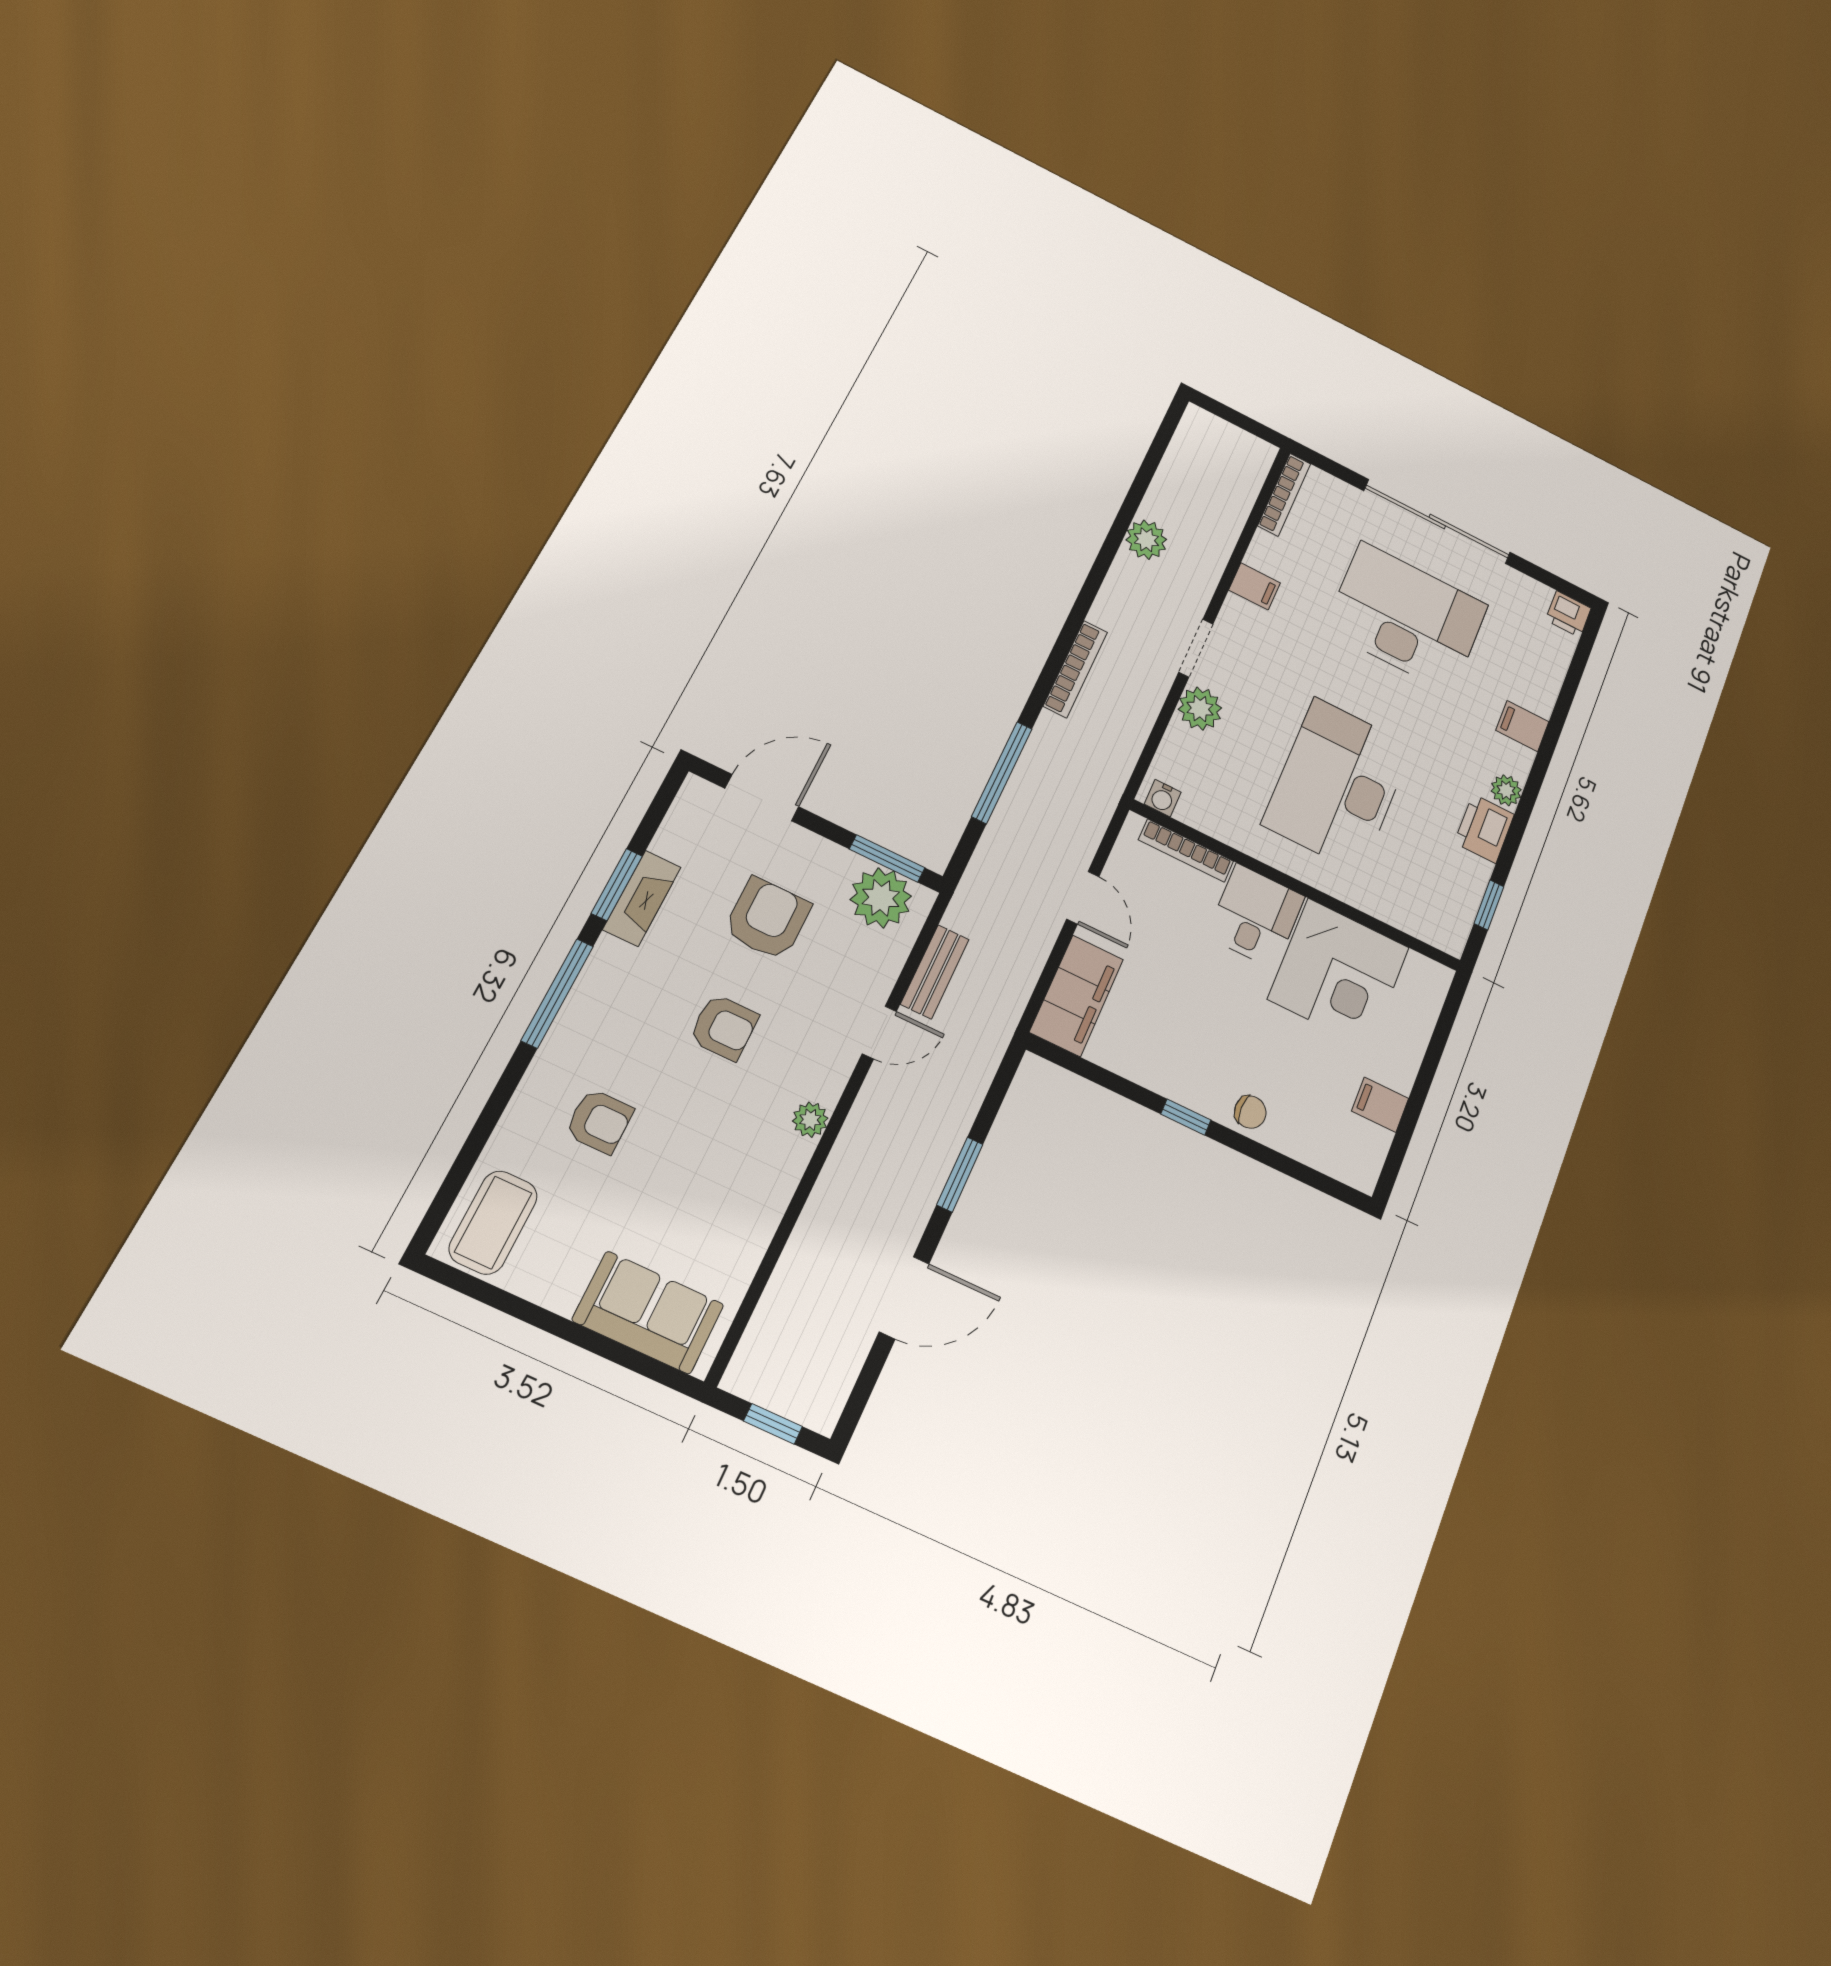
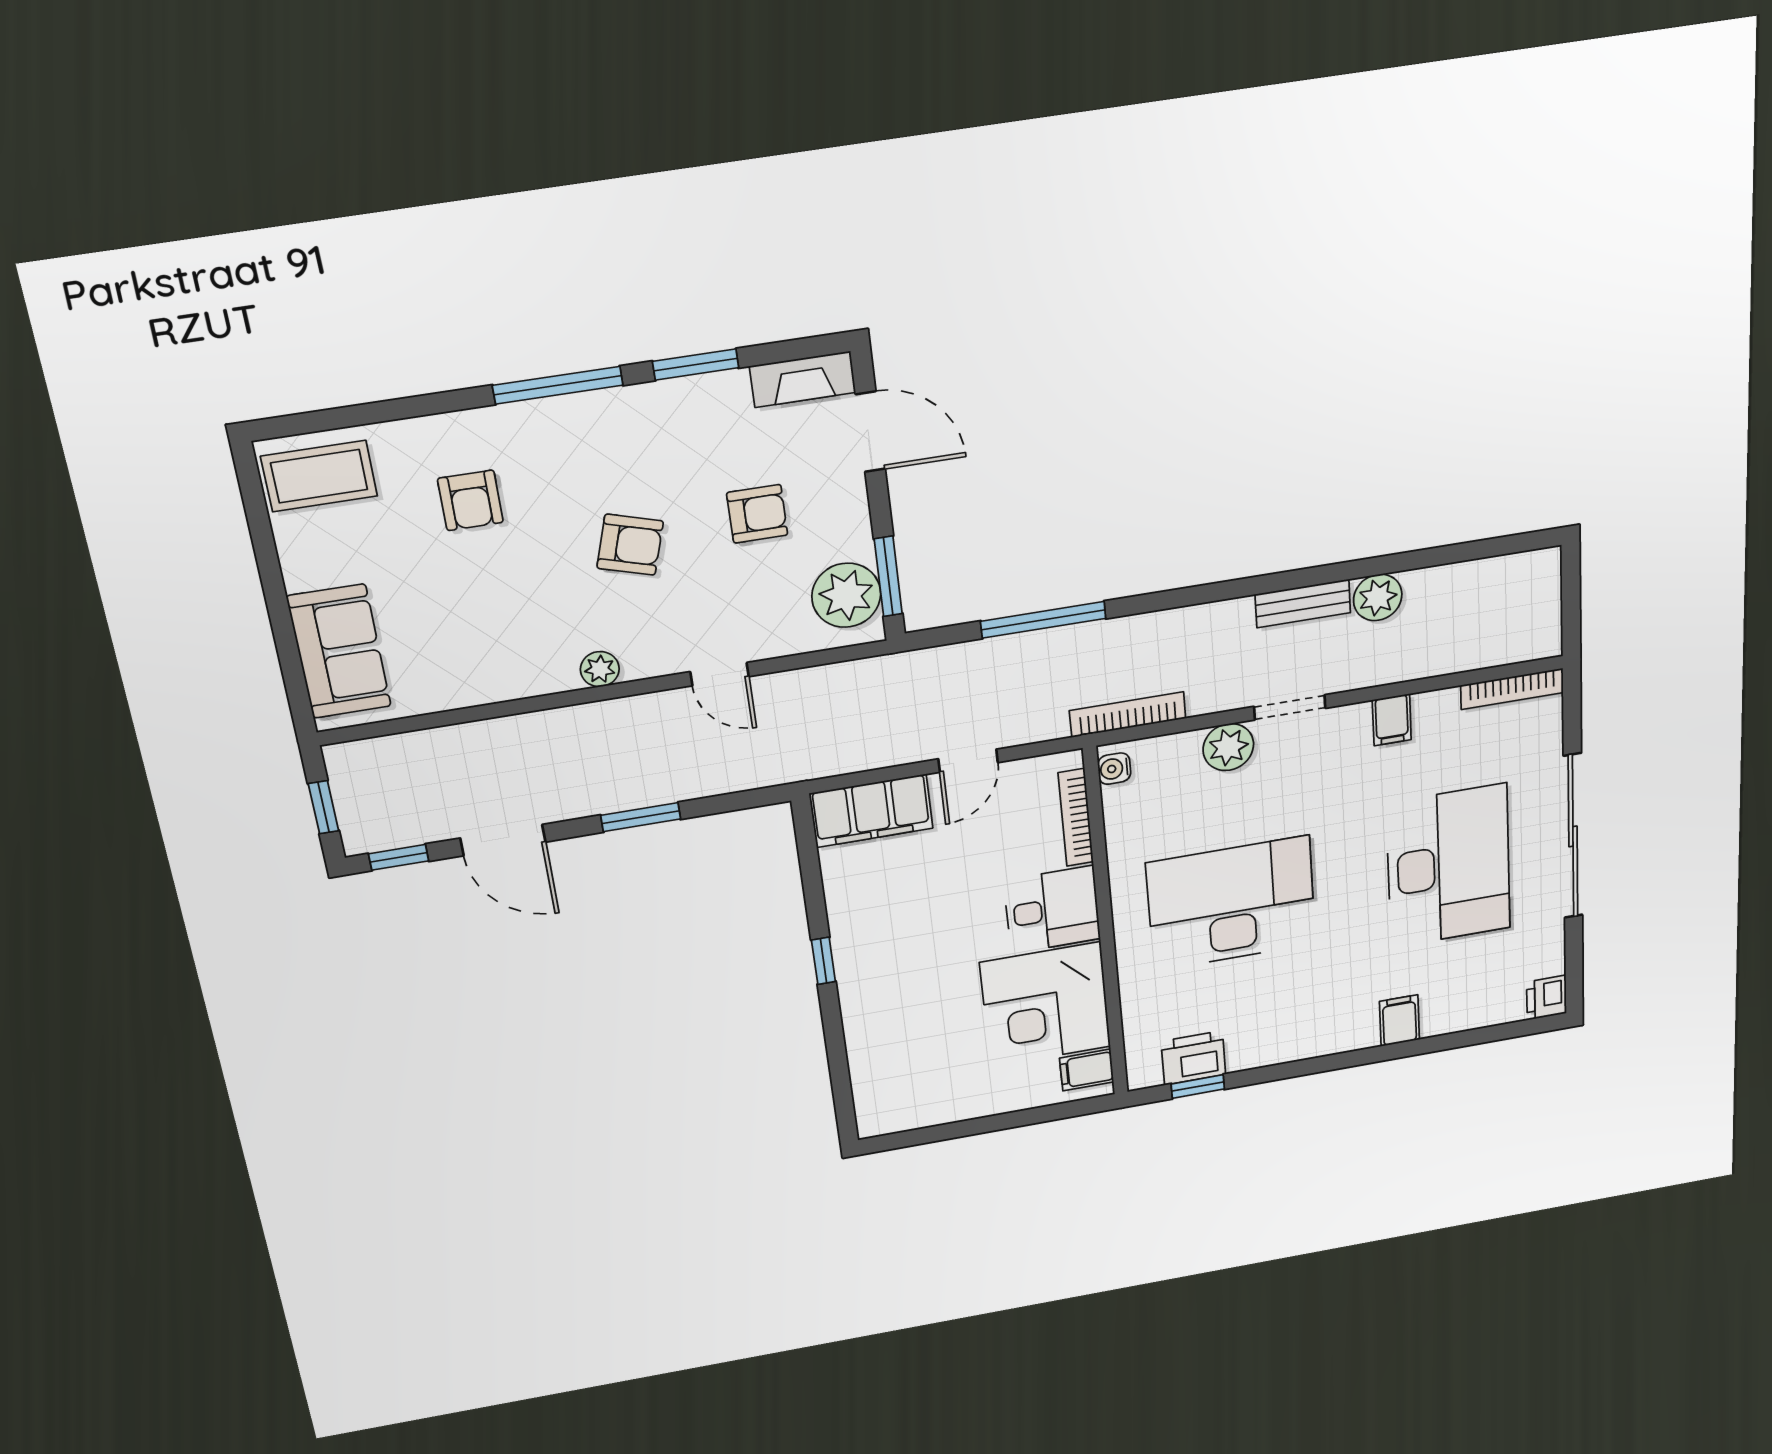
bookcase: (1075, 669) -> (1128, 715), moved, turned 180
plant: (1506, 790) -> (1323, 1041), removed
printer: (1484, 829) -> (1193, 1058), moved
fireplace: (642, 898) -> (803, 379), moved
armchair: (767, 919) -> (757, 514), width x0.72, depth x0.72
bench: (935, 972) -> (1303, 604), moved
armchair: (724, 1027) -> (630, 545), turned -73
filing cabinet: (1380, 1105) -> (1087, 1070), moved, turned -90
chair: (1250, 1112) -> (865, 1008), removed
window: (861, 1394) -> (399, 857), added

